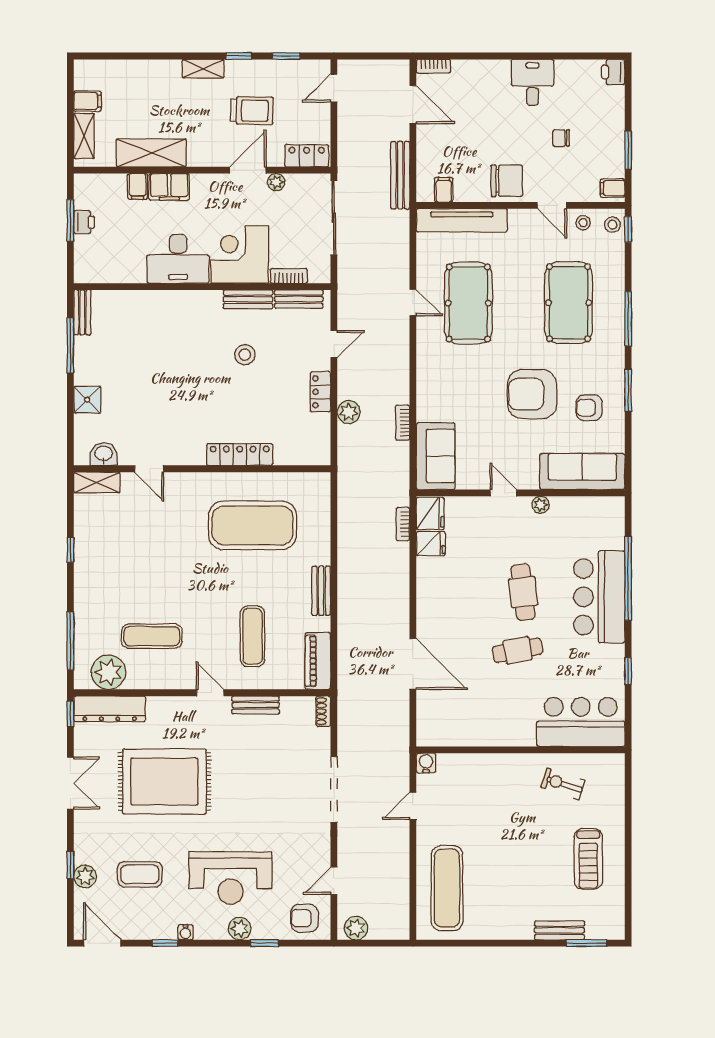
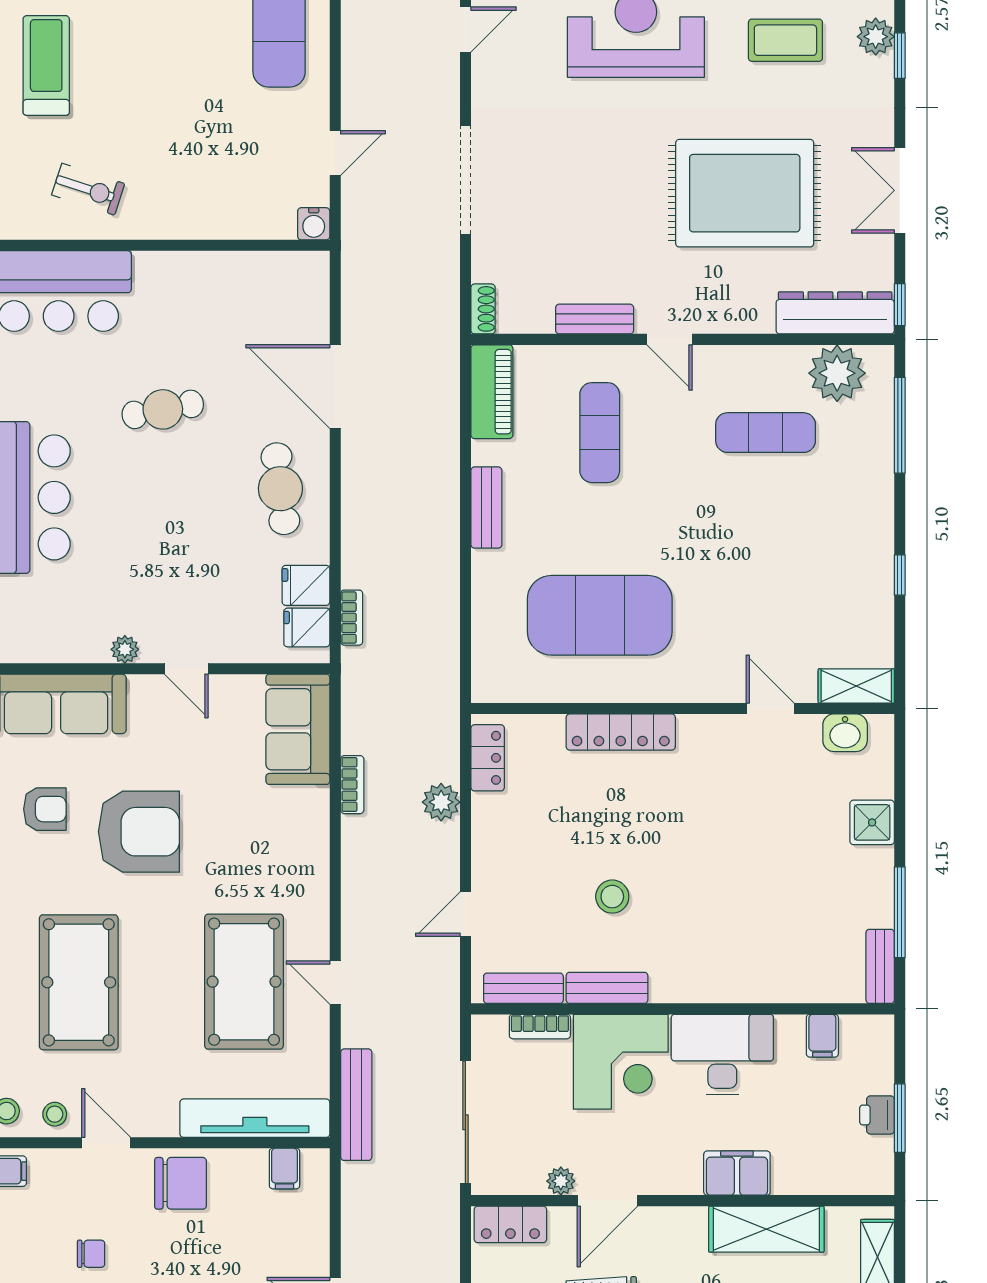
bench: (400, 175) -> (356, 1105), moved
chair: (507, 181) -> (181, 1183), turned 180
filing cabinet: (138, 186) -> (822, 1036), moved, turned 180
locker: (320, 392) -> (488, 758), moved
fridge: (430, 513) -> (307, 627), width x0.72
cafe table: (523, 592) -> (280, 489), moved

